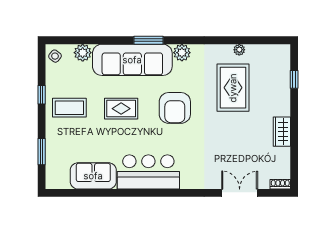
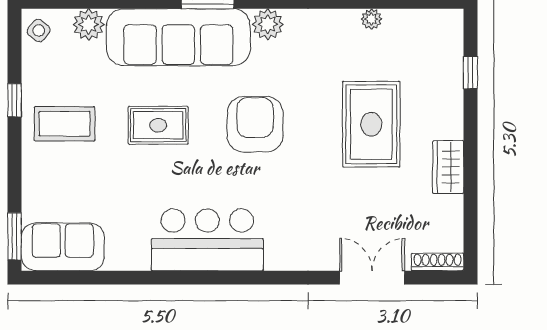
rug: (233, 88) -> (371, 124), moved
armchair: (175, 108) -> (255, 124), turned 180
window: (42, 152) -> (15, 236), moved
sofa: (93, 176) -> (63, 247), moved
shoe rack: (280, 184) -> (438, 262), width x1.43

